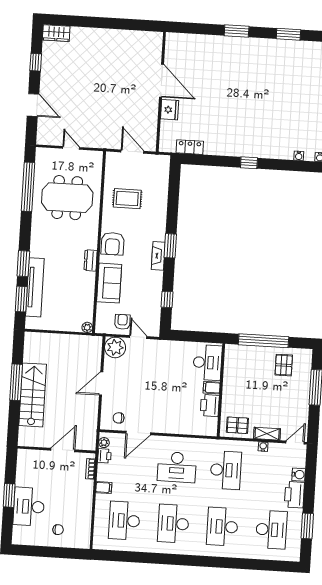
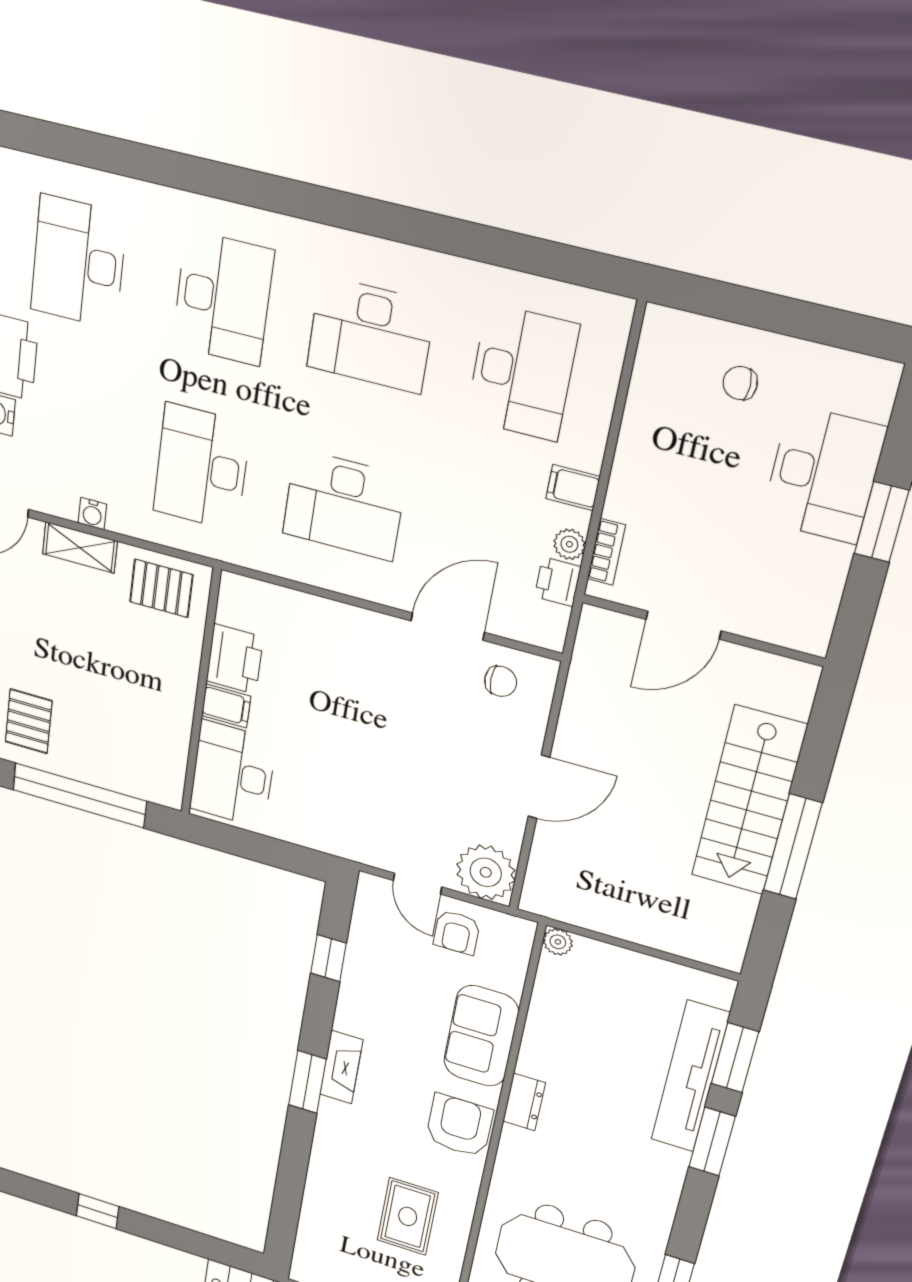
rug: (127, 199) -> (408, 1216), turned 90
plant: (104, 443) -> (569, 544), moved
desk: (177, 467) -> (344, 505), turned 180
desk: (173, 524) -> (371, 335), turned 90

